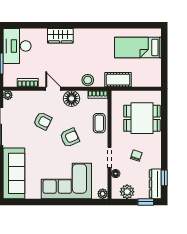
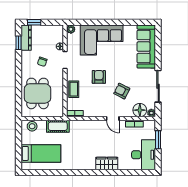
stool: (88, 80) -> (32, 126), moved
floor lamp: (72, 99) -> (140, 110), moved
dining table: (142, 118) -> (37, 93), turned 90
armchair: (70, 138) -> (99, 77), turned 114
plant: (127, 192) -> (50, 31), removed

